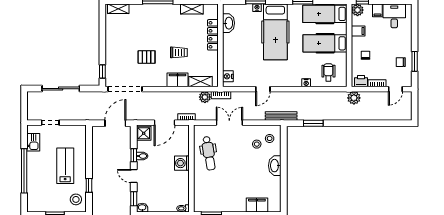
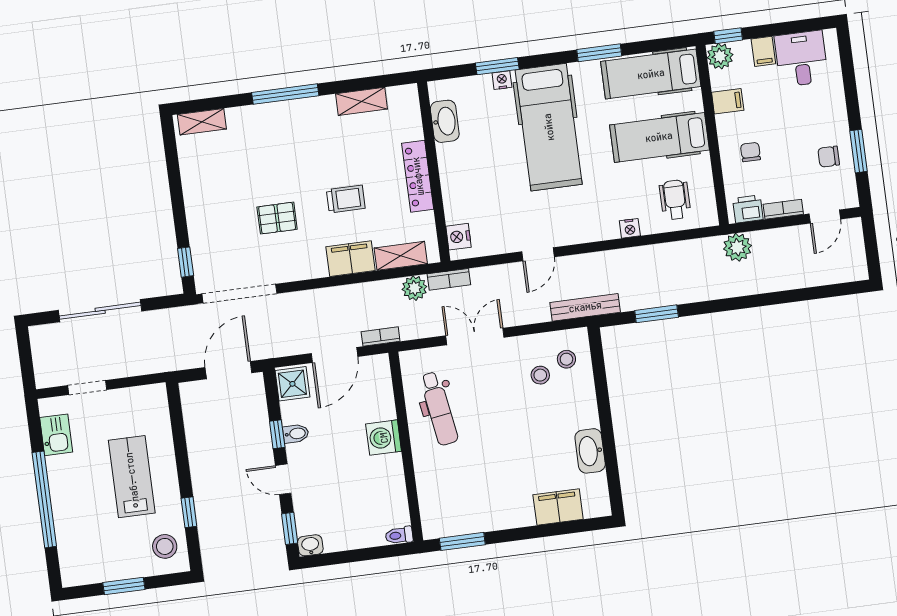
locker: (213, 35) -> (418, 176), moved
washbasin: (275, 166) -> (590, 451), moved

